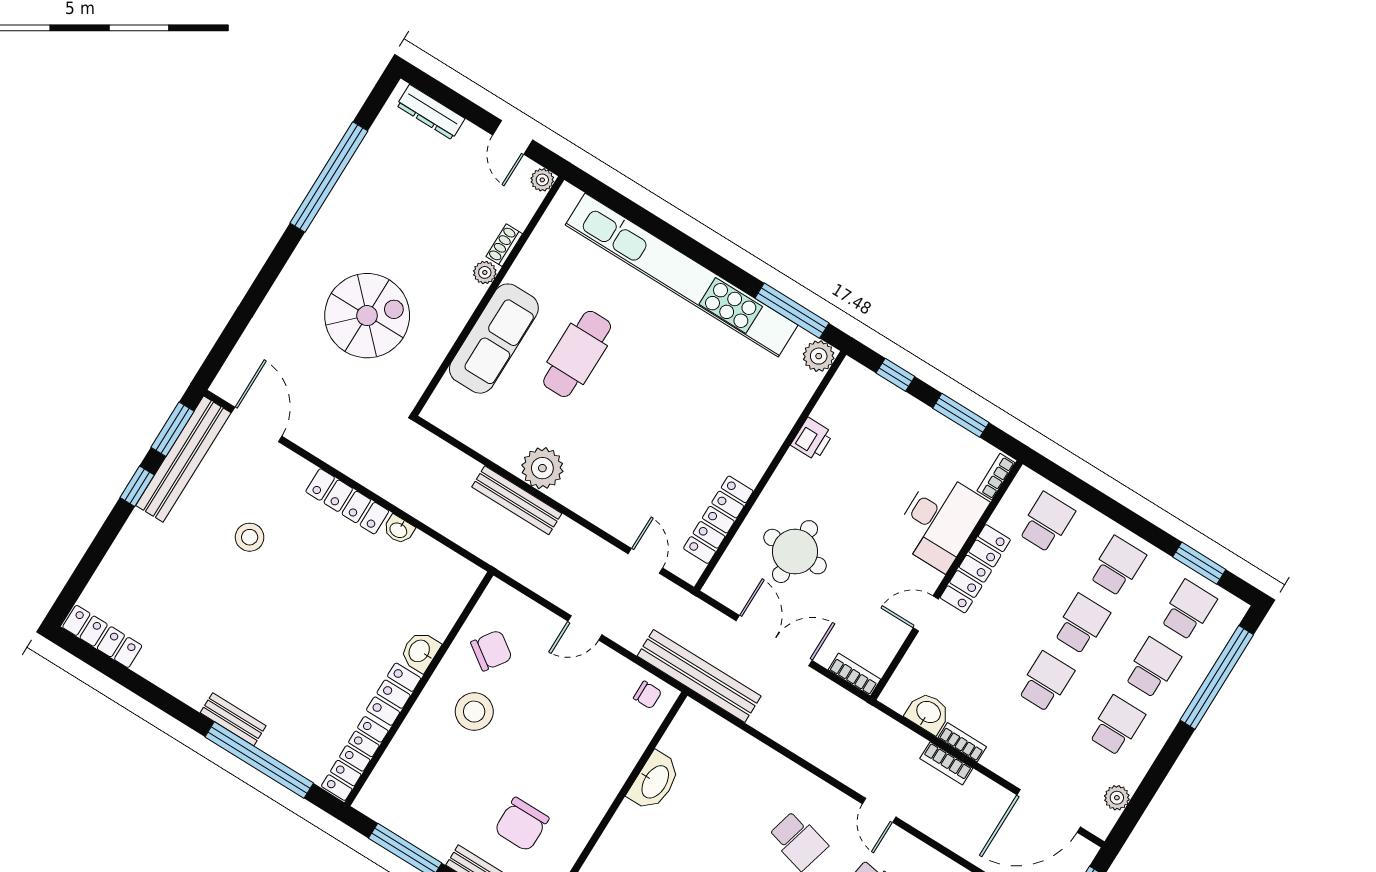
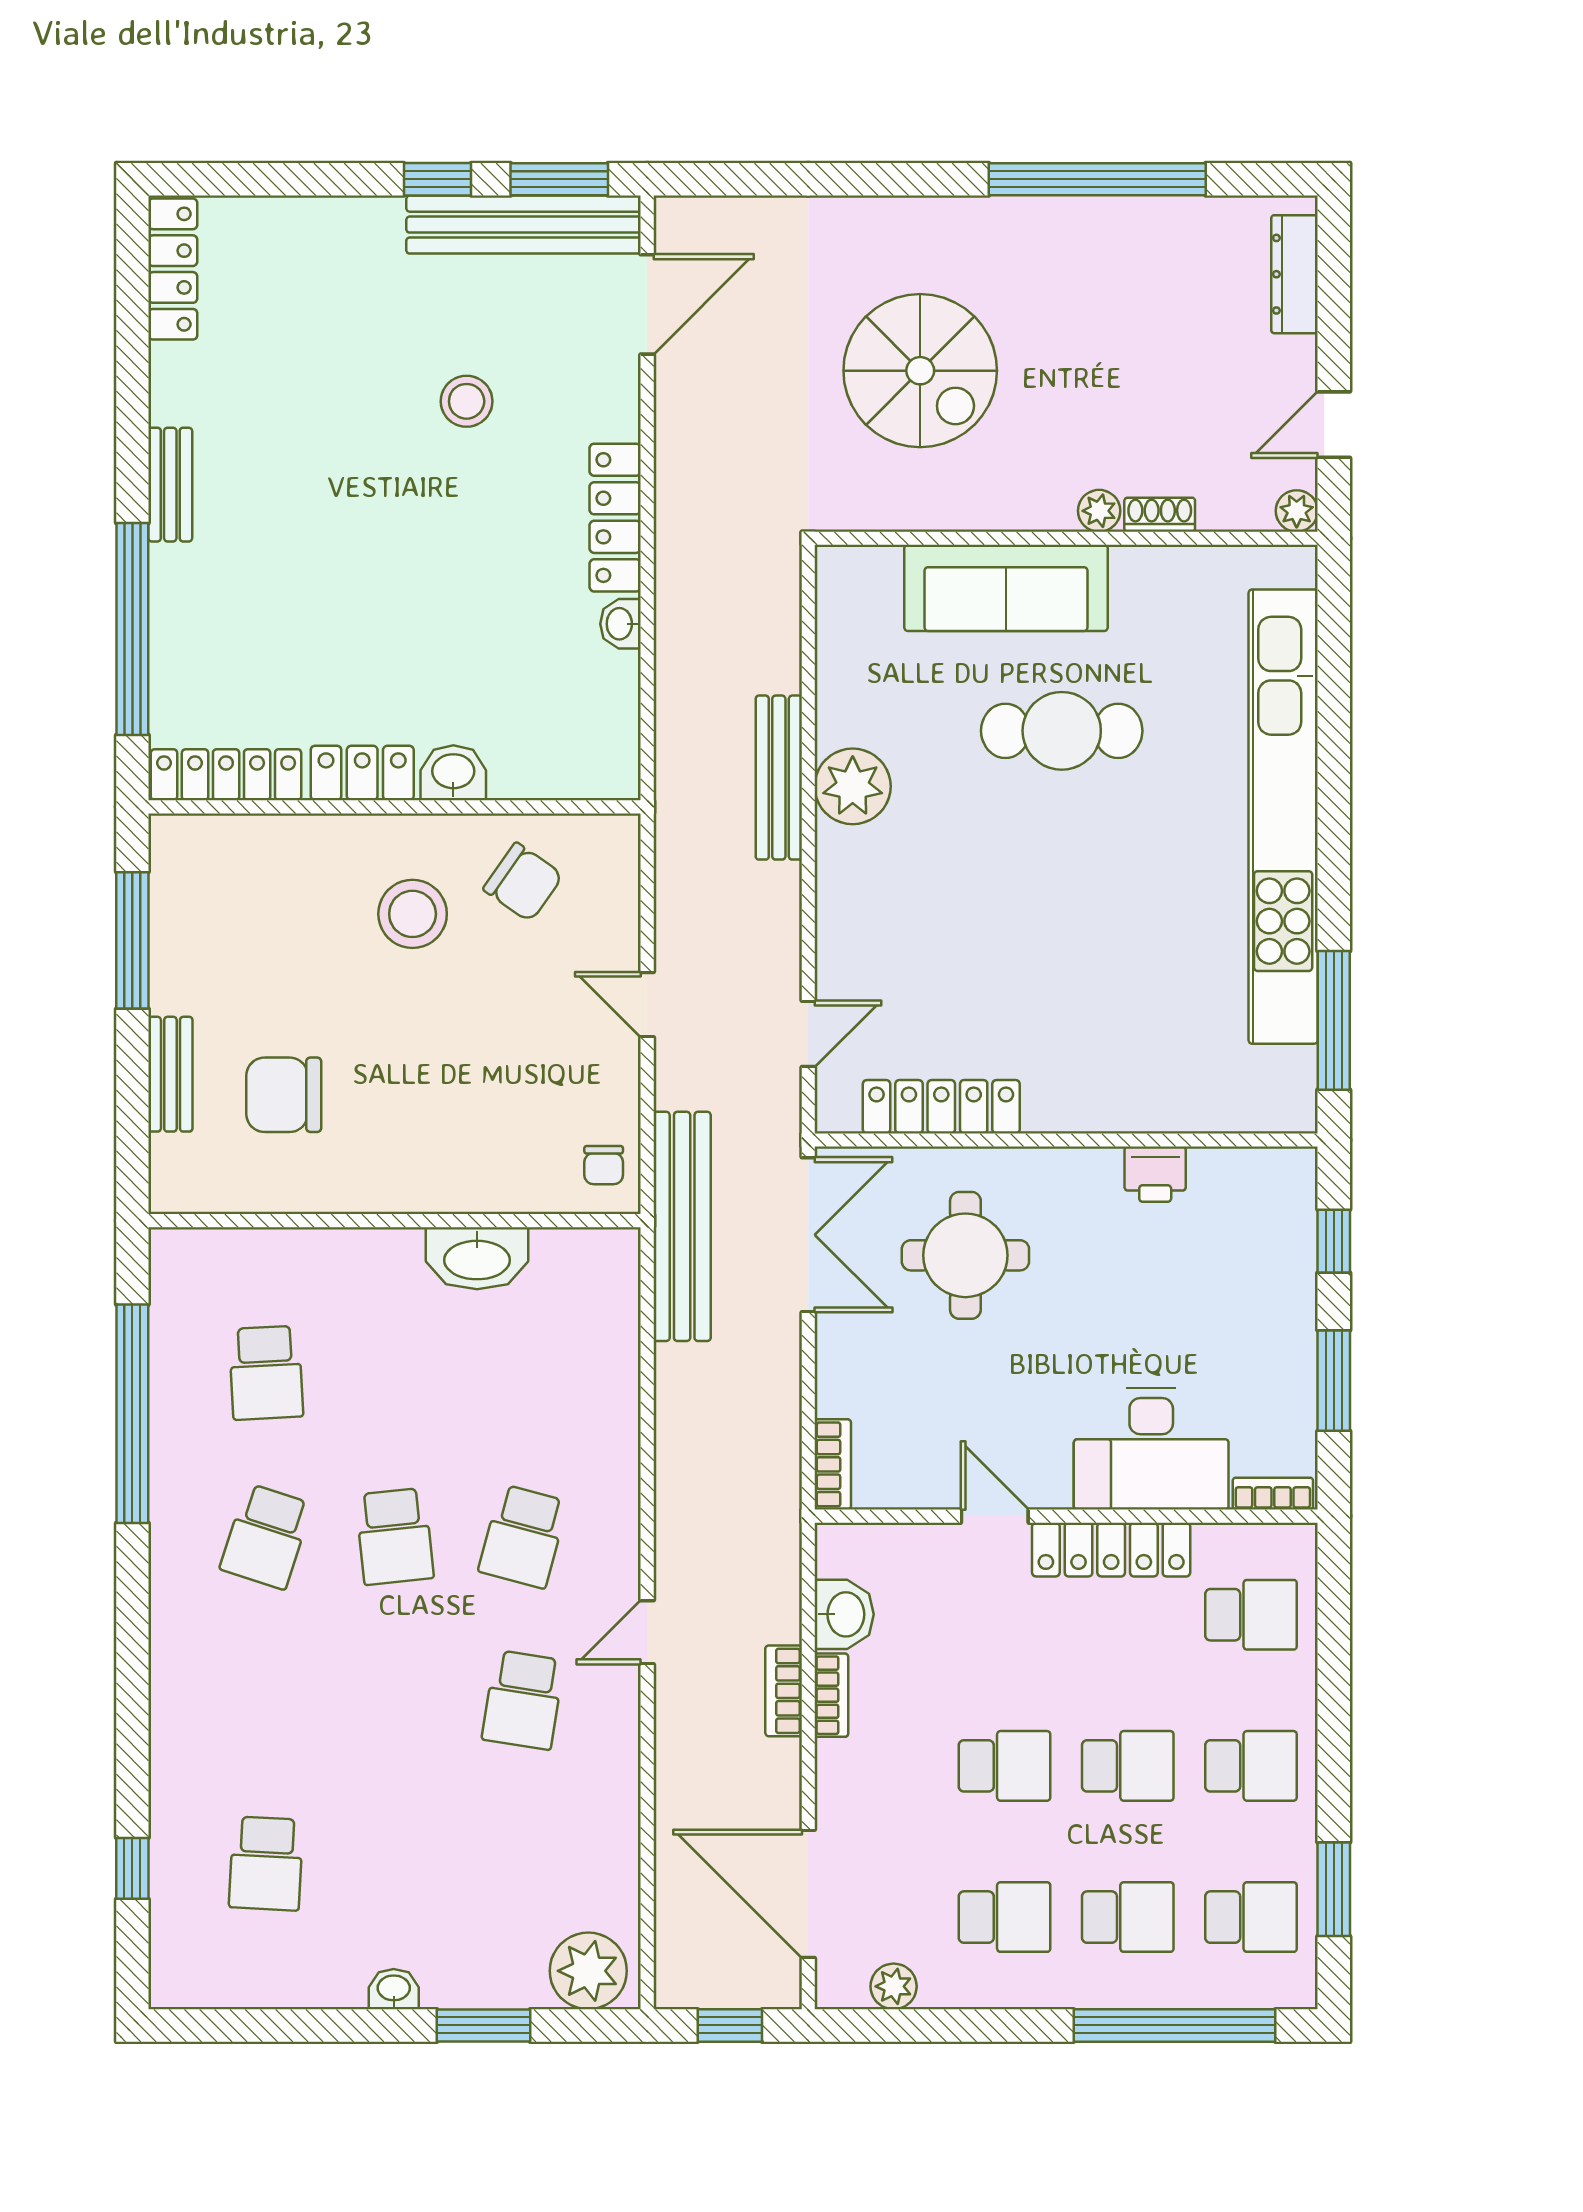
plant: (819, 356) -> (1289, 1105), removed
double door: (774, 641) -> (808, 1235), moved
bench: (233, 719) -> (170, 485), moved

